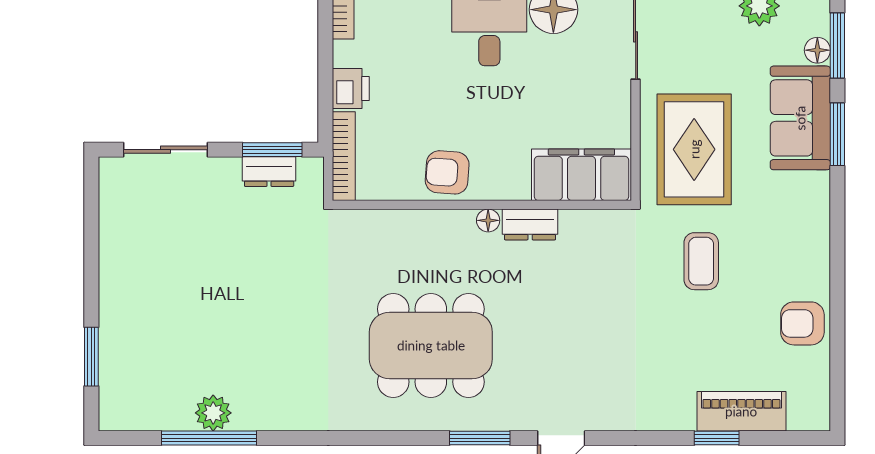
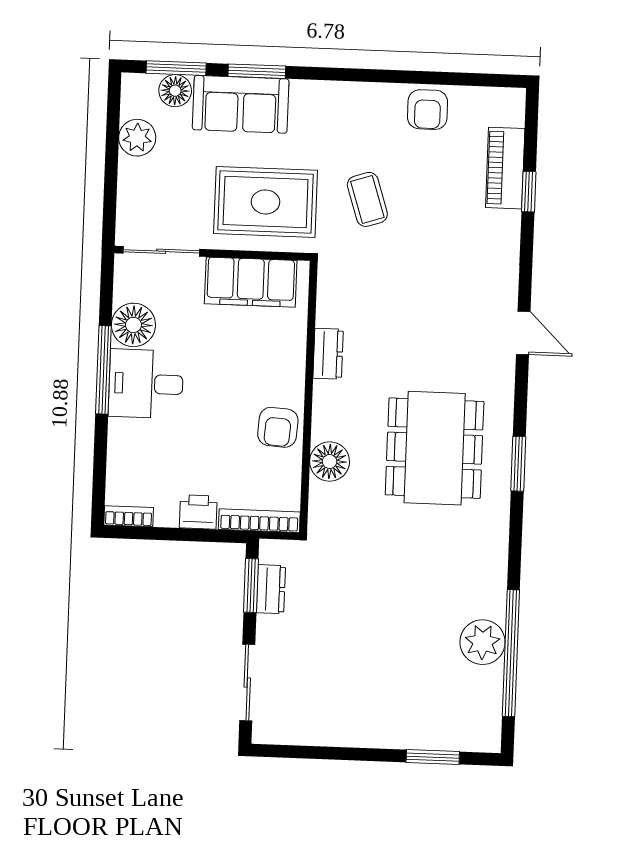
floor lamp: (817, 50) -> (175, 91), width x1.37, depth x1.37
filing cabinet: (581, 175) -> (251, 282), moved, turned -90
floor lamp: (488, 220) -> (330, 462), moved, width x1.89, depth x1.89
coffee table: (701, 261) -> (367, 199), turned 72
plant: (213, 413) -> (483, 642), width x1.36, depth x1.36
window: (209, 438) -> (511, 653), width x1.46
window: (480, 438) -> (518, 464), moved

